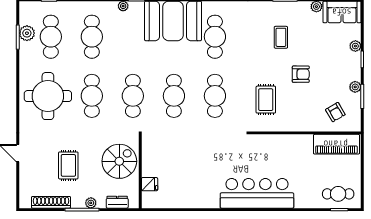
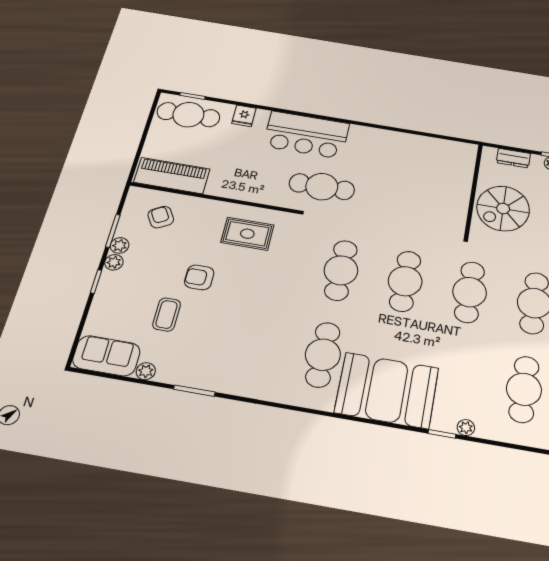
coffee table: (281, 37) -> (167, 314), moved
plant: (355, 46) -> (114, 262), moved
rug: (266, 100) -> (247, 234), moved, turned 90
cafe table: (239, 155) -> (322, 187), added
fridge: (150, 184) -> (244, 116), moved, turned -90
bar counter: (257, 193) -> (306, 135), width x0.73
cafe table: (338, 194) -> (188, 115), width x1.37, depth x1.35

